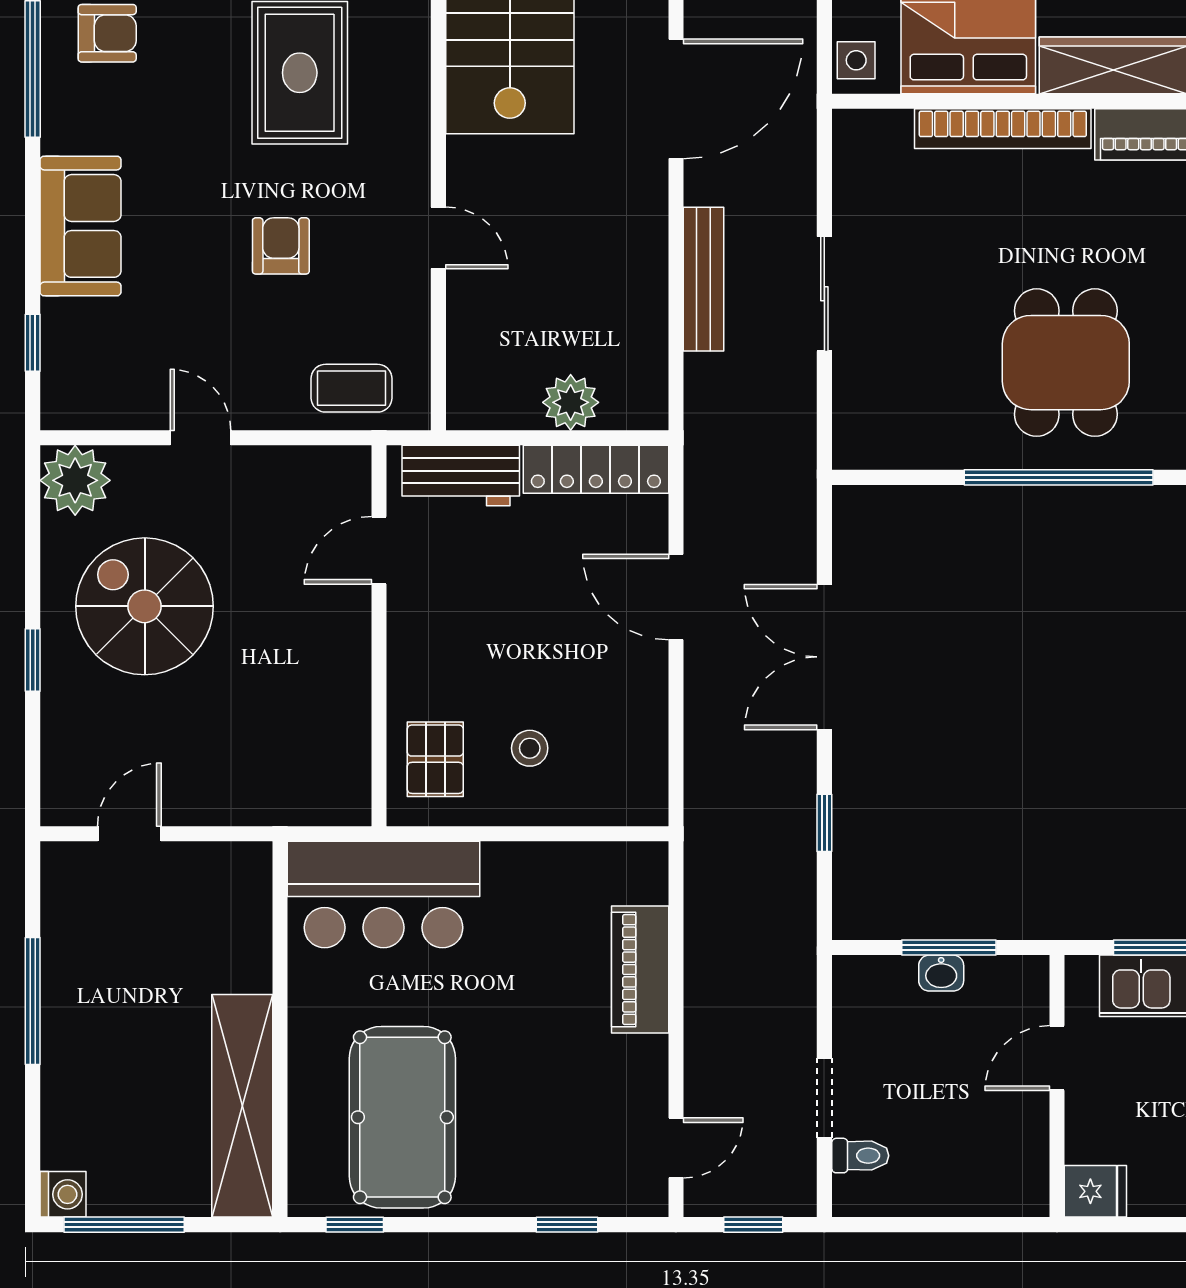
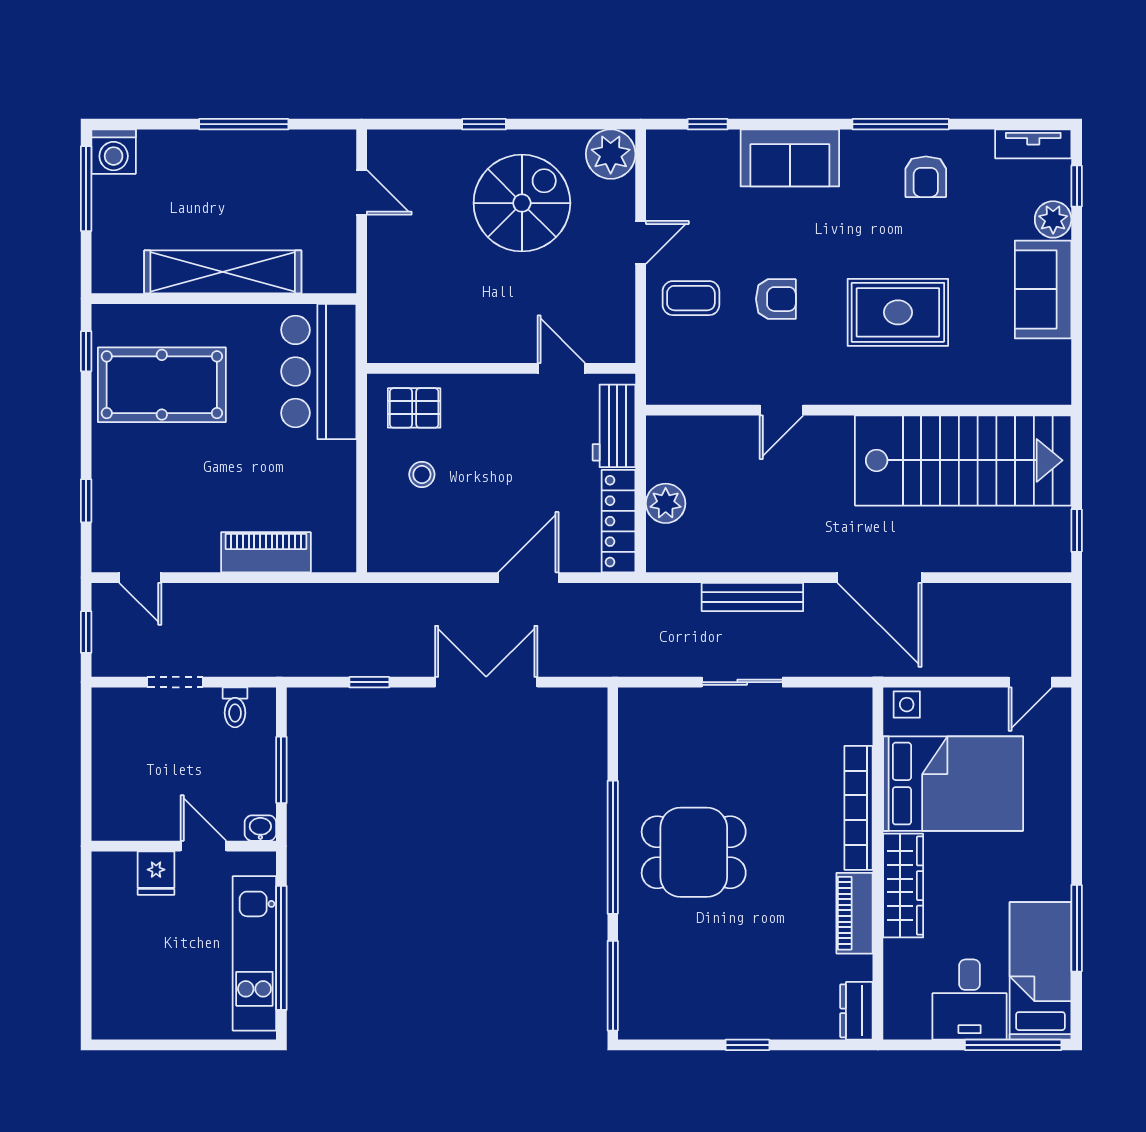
coffee table: (351, 388) -> (691, 298), moved, turned 90
washbasin: (941, 973) -> (260, 828), moved, turned 90
shelving: (242, 1106) -> (223, 272), moved
toilet: (860, 1156) -> (235, 707), moved
fridge: (1095, 1191) -> (156, 873), moved
washing machine: (63, 1194) -> (114, 152), width x1.38, depth x1.38

